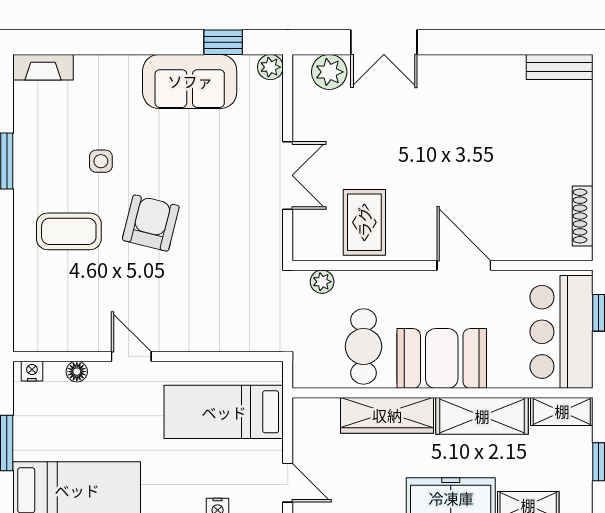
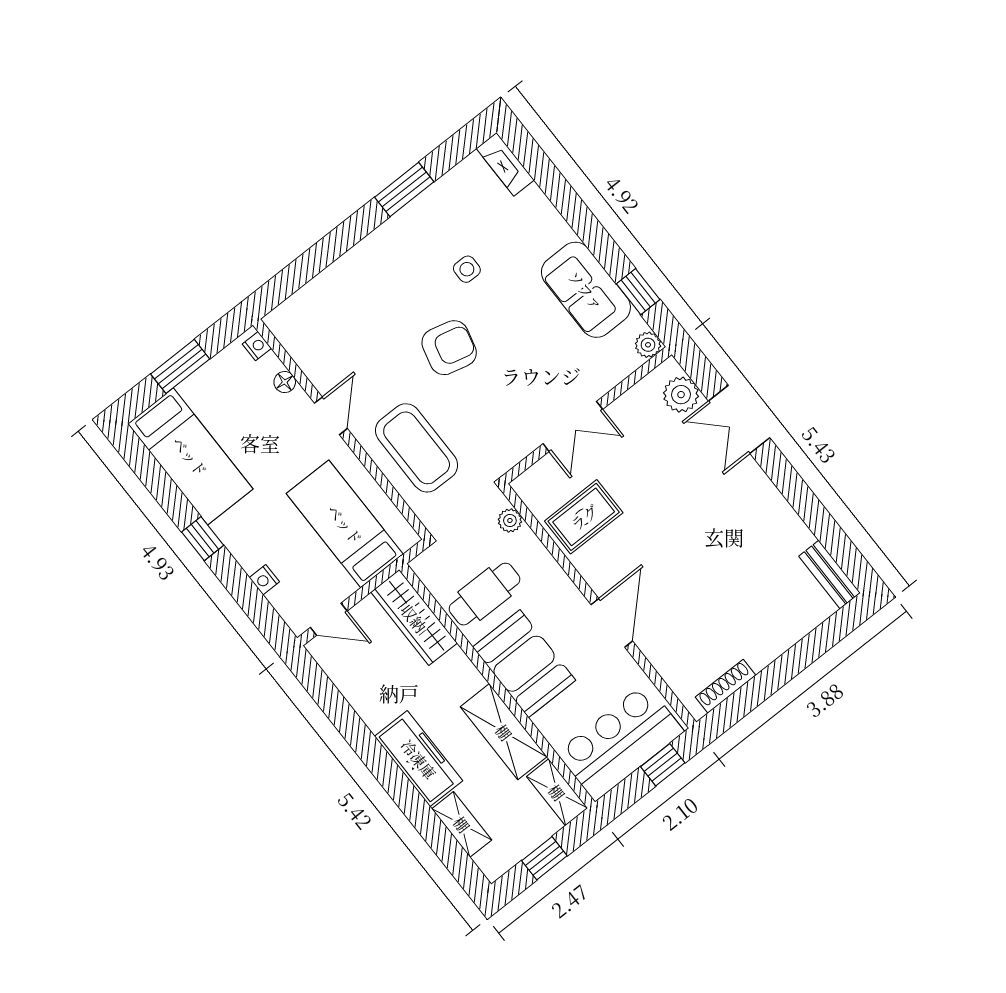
coffee table: (69, 231) -> (417, 448), moved, width x1.36, depth x1.32
wardrobe: (387, 415) -> (414, 618), moved
door: (288, 483) -> (329, 619), hinge flipped

